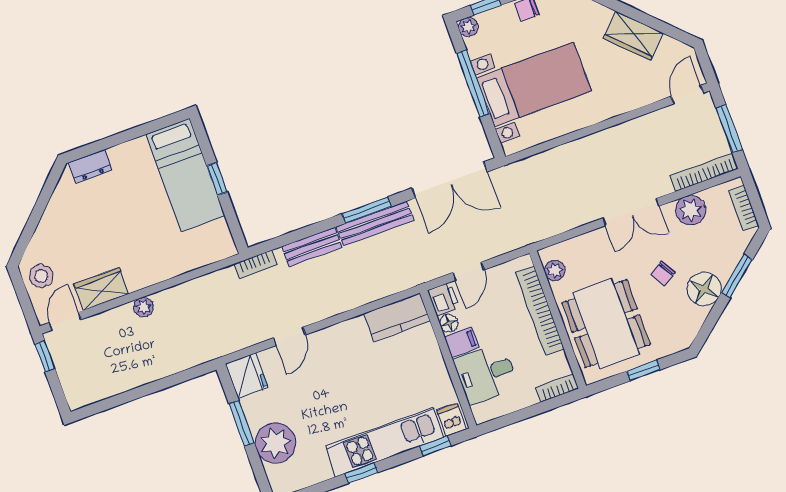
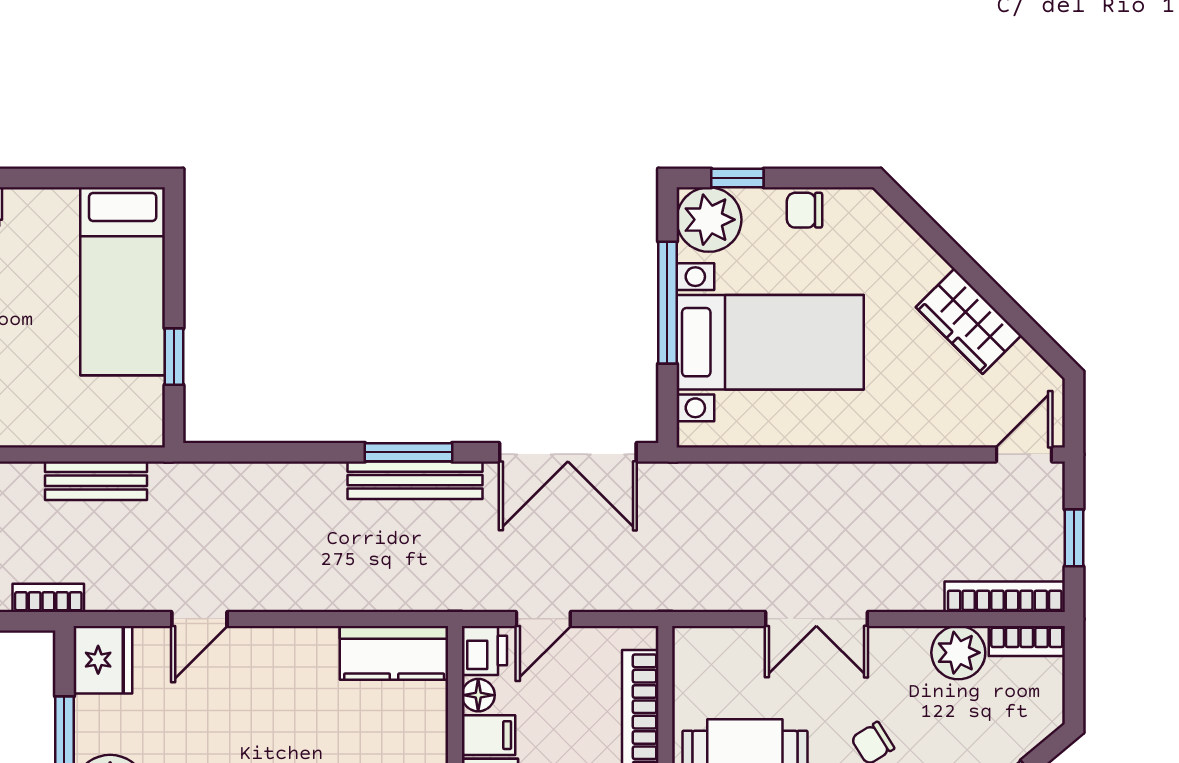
plant: (468, 27) -> (709, 220), width x1.88, depth x1.88
window: (729, 129) -> (1074, 538), width x0.67
window: (217, 179) -> (174, 357), moved
bookcase: (744, 208) -> (1027, 641), moved, turned -90
double door: (631, 212) -> (816, 619), moved
bench: (312, 247) -> (96, 481), moved
bookcase: (255, 264) -> (48, 598), moved, turned 180
plant: (555, 270) -> (691, 671), removed

